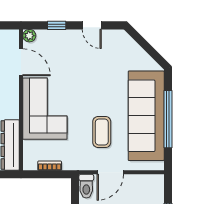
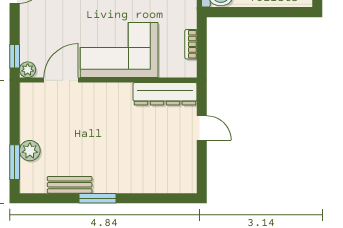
window: (57, 25) -> (15, 56), moved

